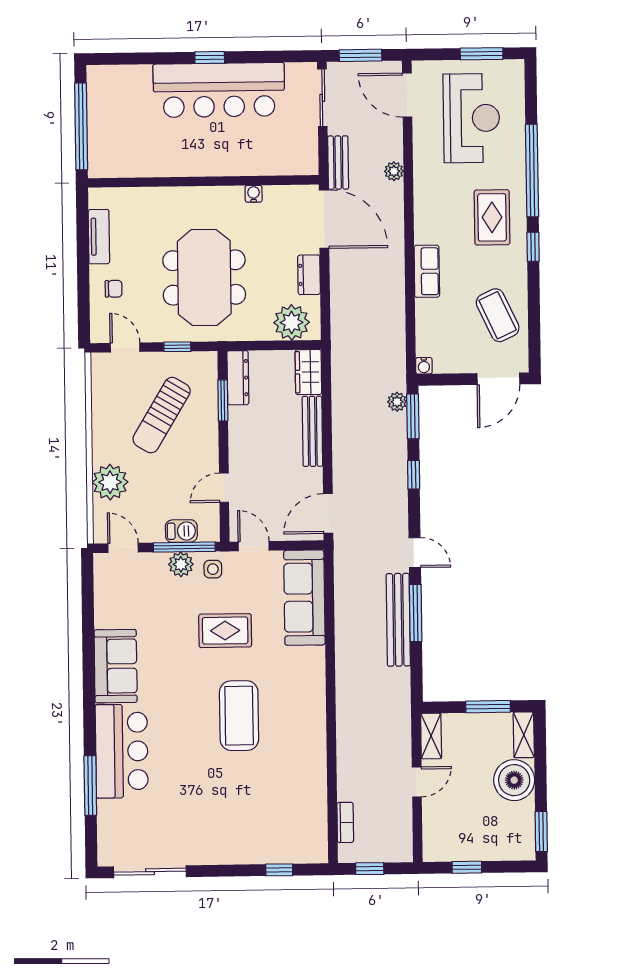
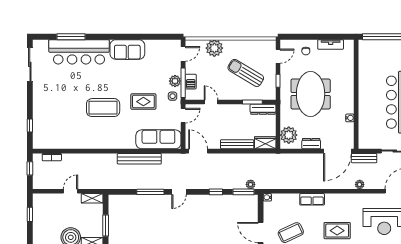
meeting table: (204, 277) -> (311, 94), turned 90
bench: (398, 620) -> (139, 159), moved
rug: (225, 631) -> (143, 102), turned 90
bar counter: (122, 751) -> (79, 52), width x1.36
door: (417, 782) -> (70, 191), swing flipped

